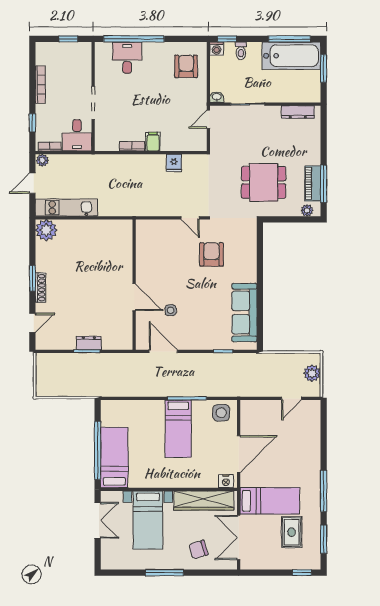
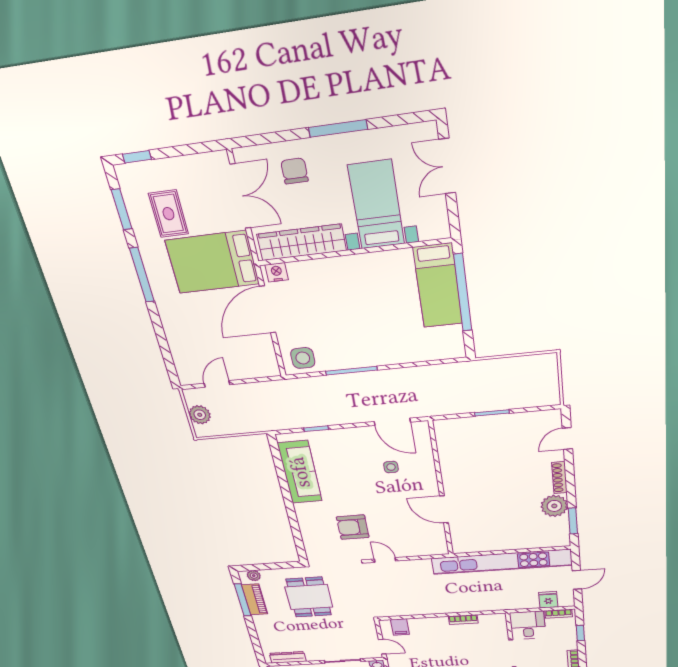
door: (208, 119) -> (382, 647), hinge flipped
filing cabinet: (153, 142) -> (400, 627), moved
plant: (42, 160) -> (566, 601), removed
fridge: (174, 163) -> (548, 600), moved
dining table: (264, 182) -> (309, 597), turned 90
kitchen unit: (67, 208) -> (501, 562), width x1.86
plant: (46, 230) -> (554, 506), moved
armchair: (211, 254) -> (353, 527), turned 90
window: (32, 278) -> (573, 521), moved
door: (134, 297) -> (444, 509), moved
dresser: (89, 343) -> (491, 423), removed
bed: (178, 429) -> (356, 333), removed
bed: (270, 501) -> (212, 262), width x1.50
double door: (98, 520) -> (447, 166), moved
chair: (198, 550) -> (294, 171), turned -73

